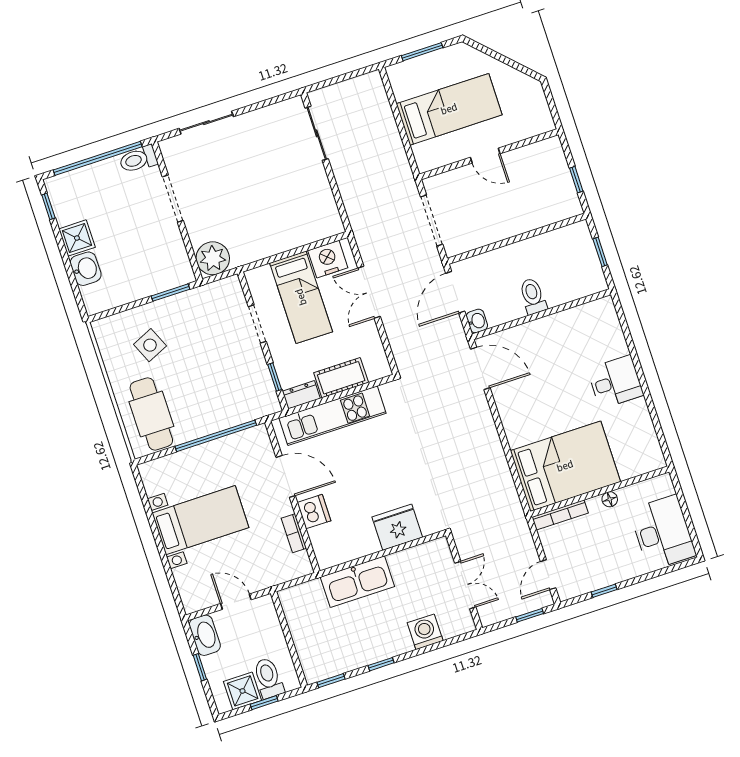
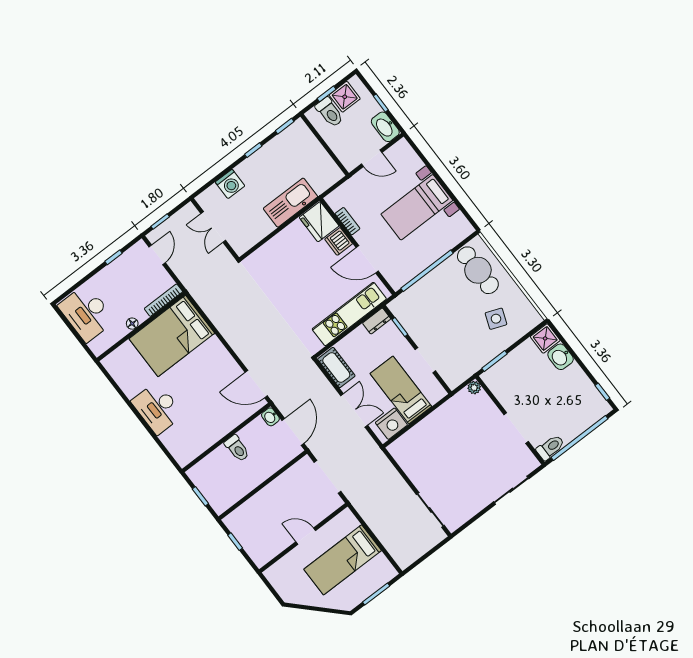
shower: (77, 238) -> (545, 338), moved
plant: (213, 258) -> (474, 388), width x0.53, depth x0.53
side table: (150, 345) -> (496, 319), turned 45
cot: (341, 378) -> (336, 368), moved, turned 90
desk: (615, 382) -> (157, 408), width x1.37
fridge: (397, 527) -> (319, 222), moved, turned 90

